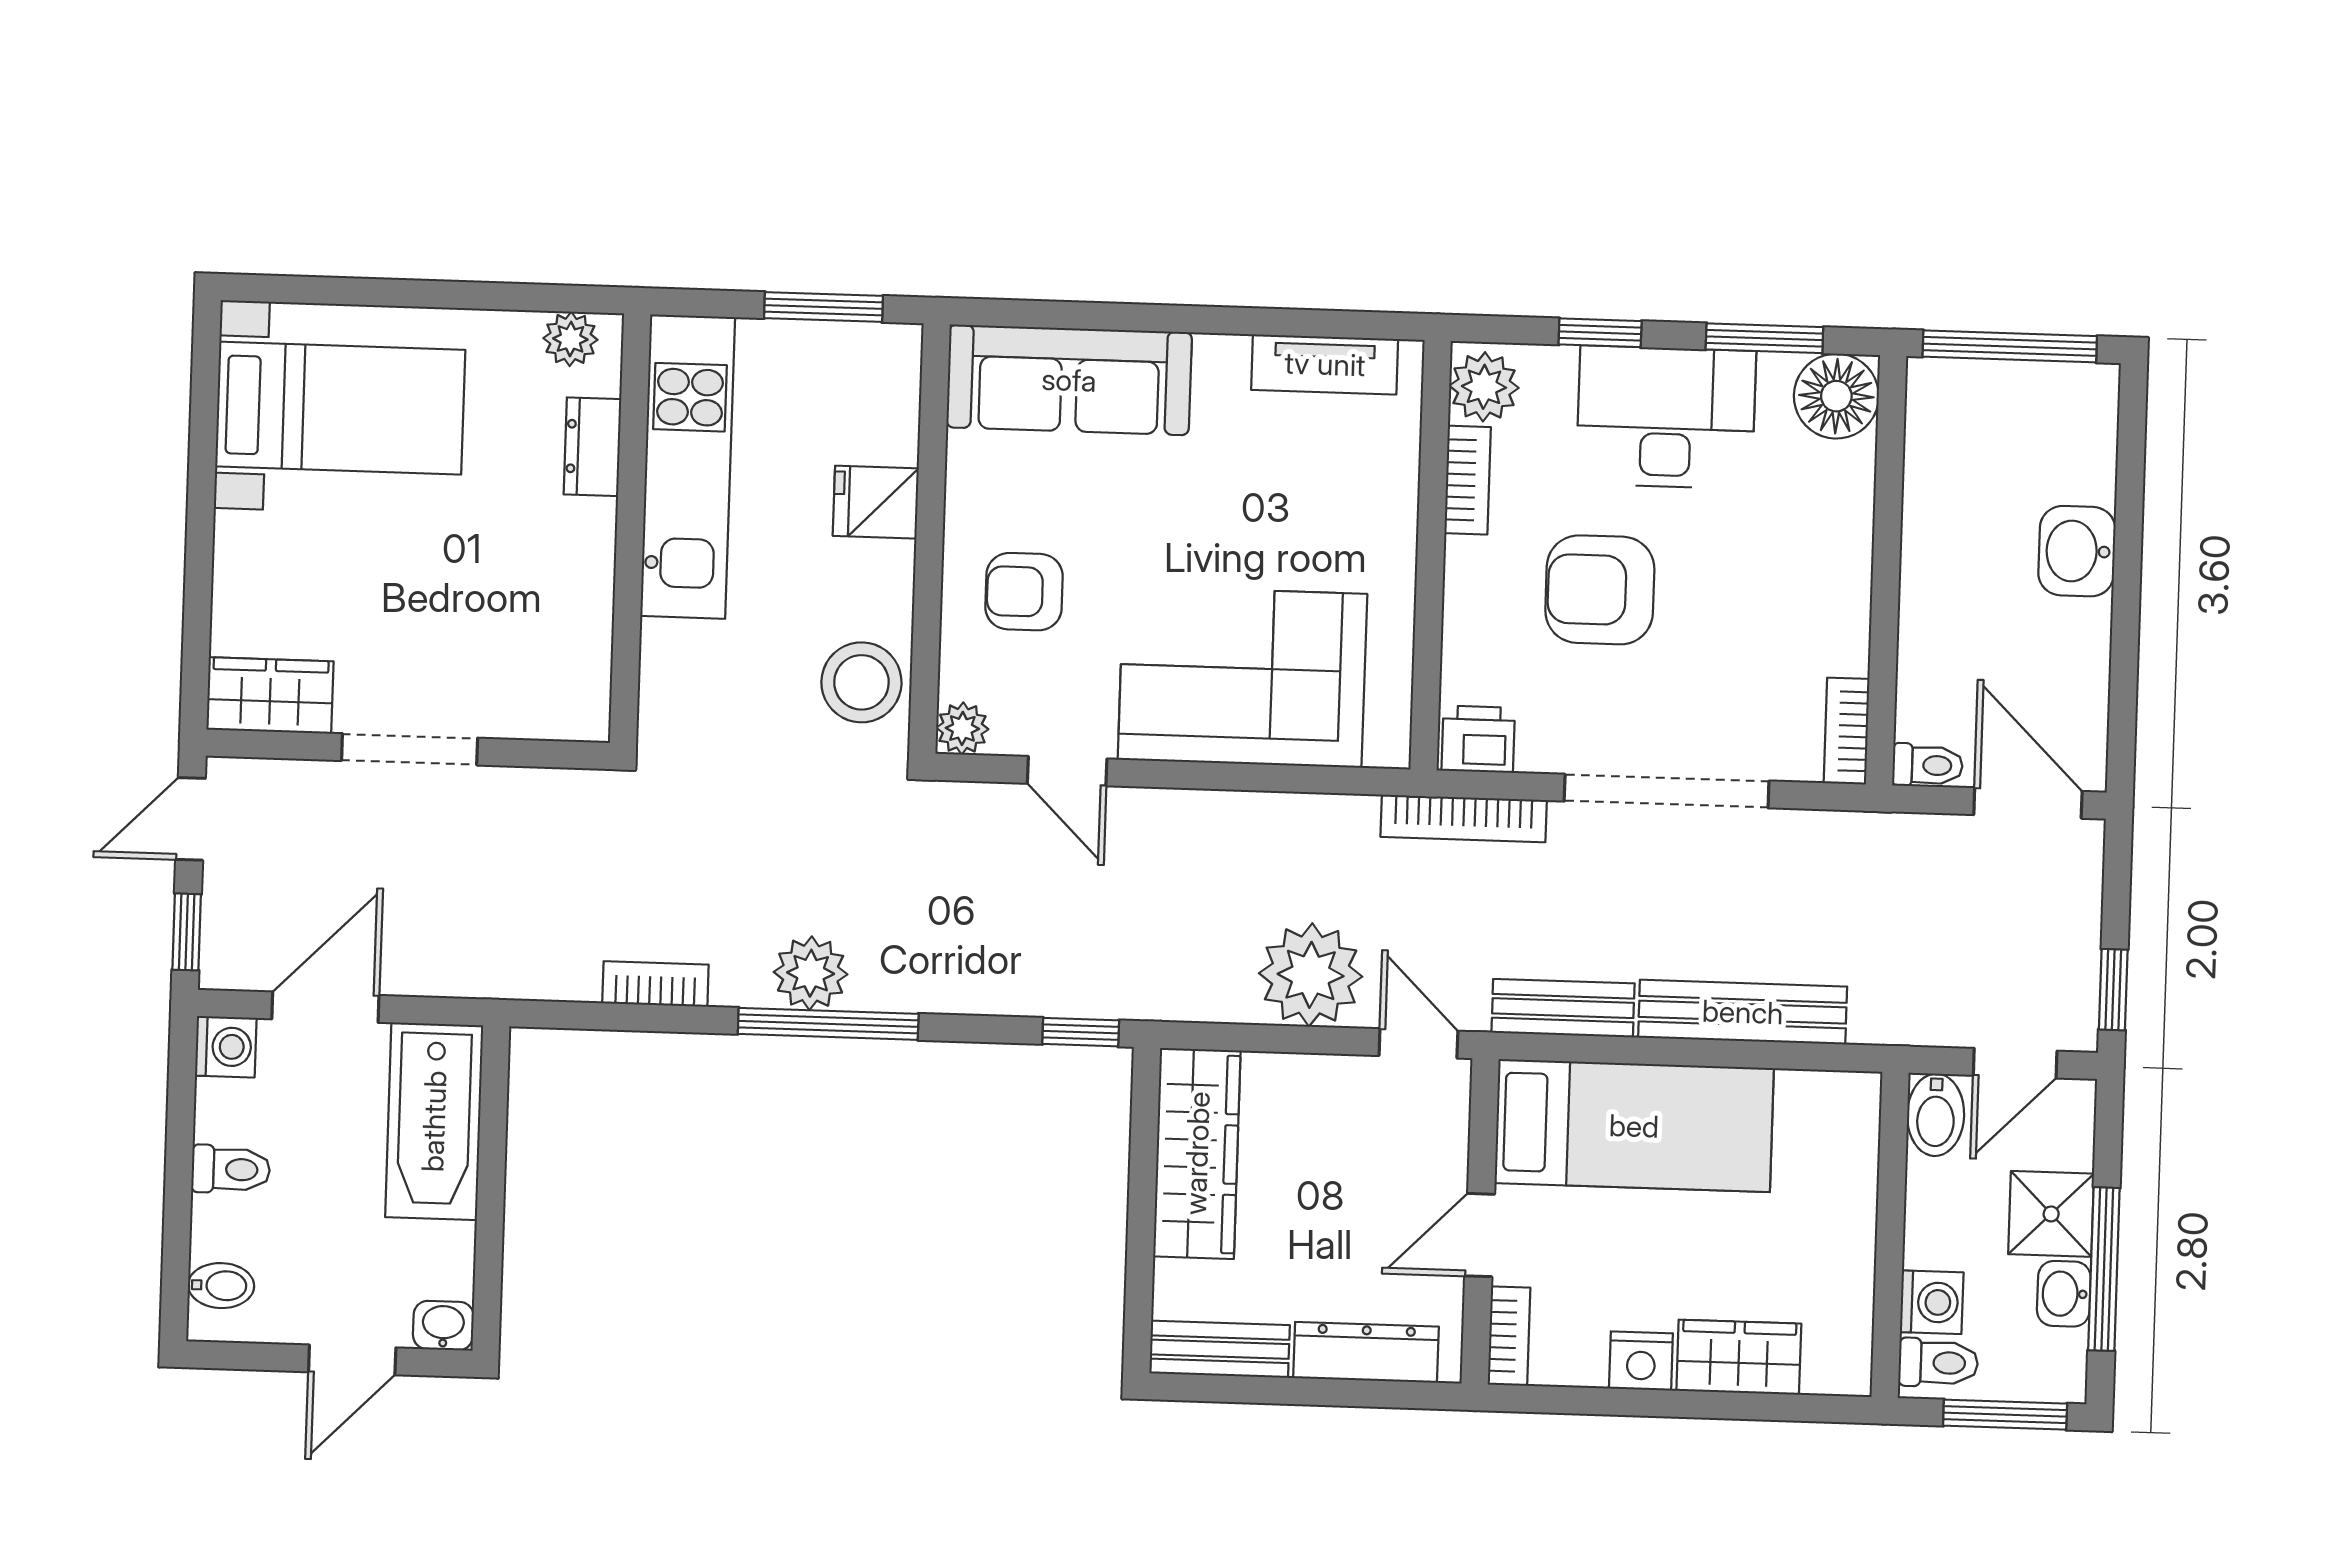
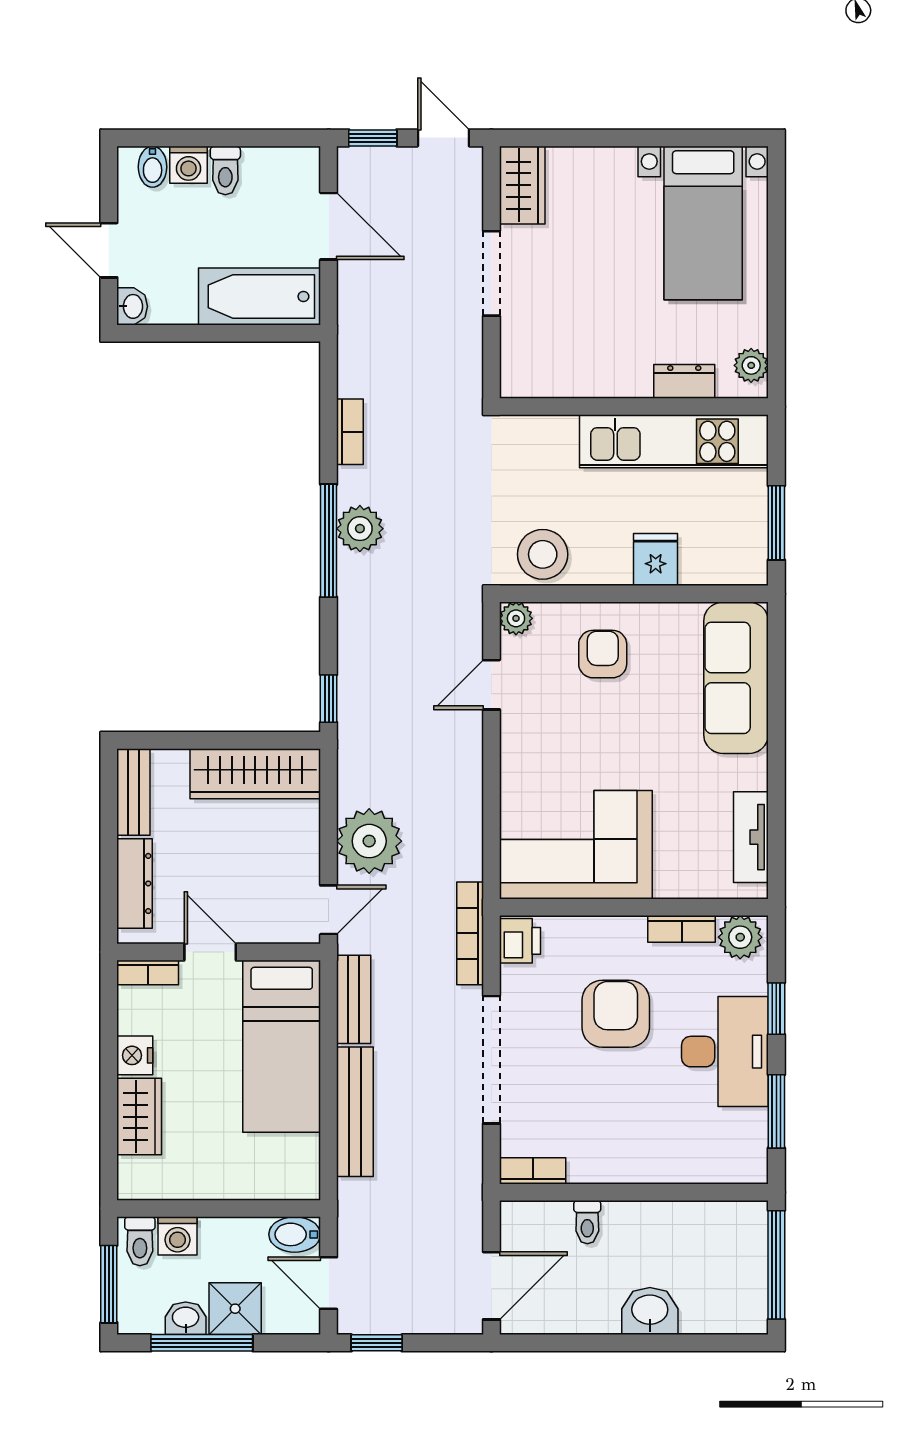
floor lamp: (1836, 396) -> (742, 1158), removed
corner sofa: (1242, 677) -> (576, 845), moved, turned -90
toilet: (1928, 765) -> (587, 1222), moved
washing machine: (226, 1047) -> (188, 165), moved

